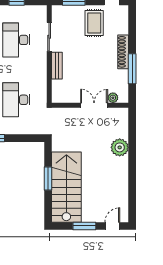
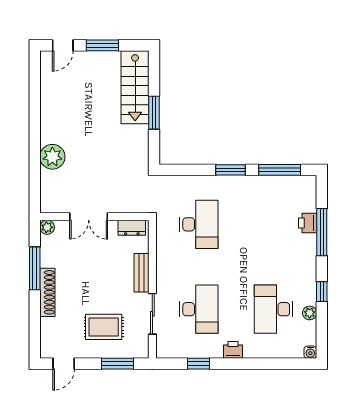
rug: (94, 23) -> (104, 327), moved, turned 90
dresser: (64, 97) -> (132, 228), added
plant: (113, 98) -> (47, 227), moved
stairs: (66, 187) -> (135, 87), width x0.73, depth x0.66

